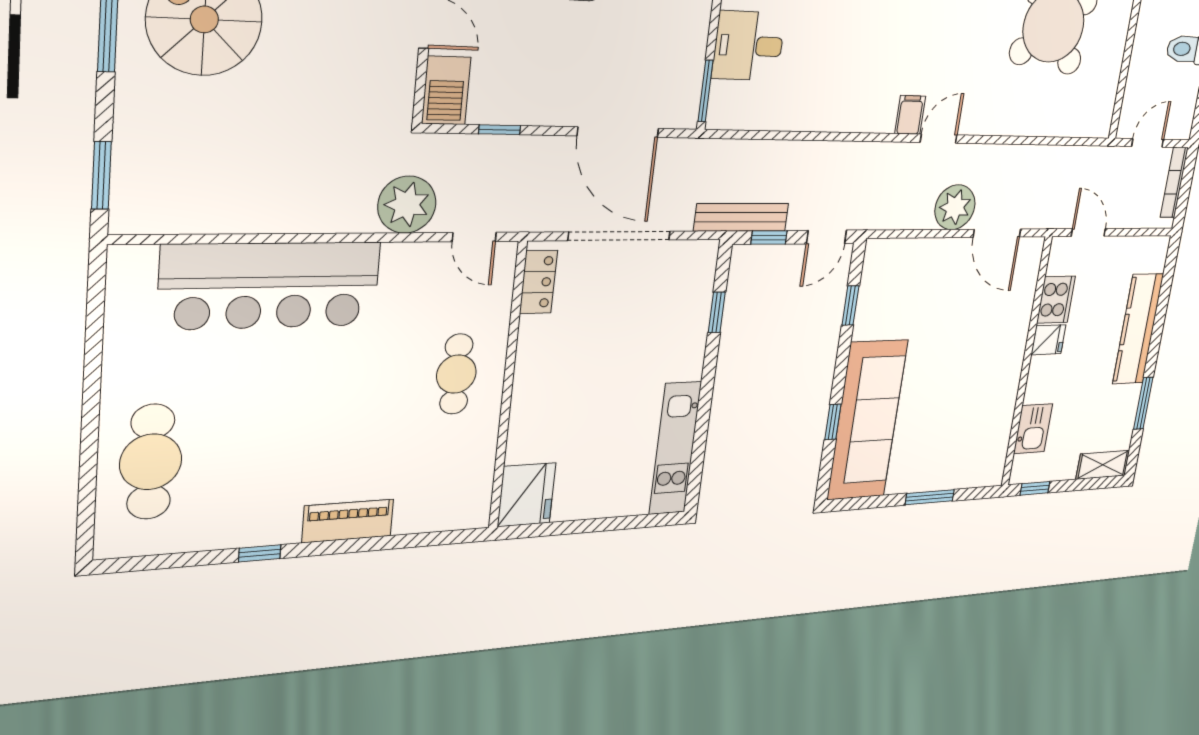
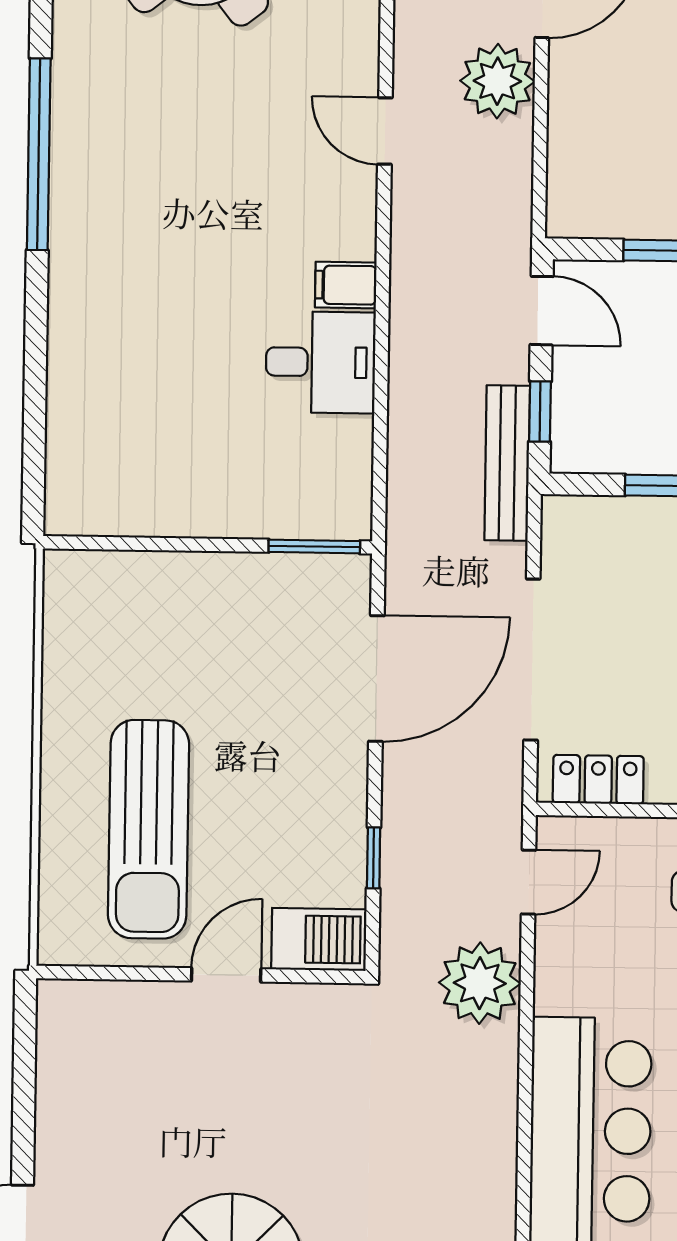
desk: (749, 46) -> (321, 362), moved, turned -90
filing cabinet: (910, 115) -> (346, 285), moved

